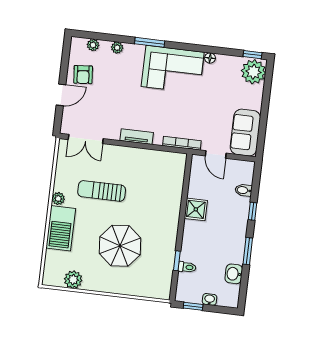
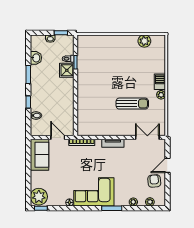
shower: (196, 209) -> (67, 70), moved
barbecue: (61, 228) -> (160, 82), width x0.53, depth x0.65
parasol: (120, 246) -> (115, 68), removed

